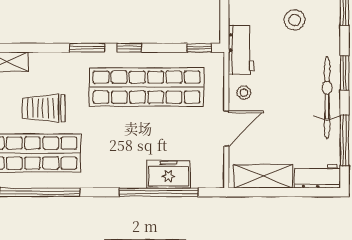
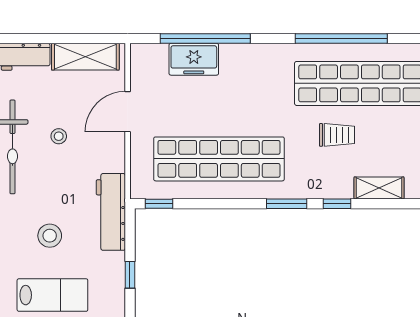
window: (129, 48) -> (337, 204), moved
workbench: (241, 50) -> (111, 212), width x1.37
stool: (244, 93) -> (59, 136), moved
trolley: (43, 108) -> (337, 135), width x0.73, depth x0.72

